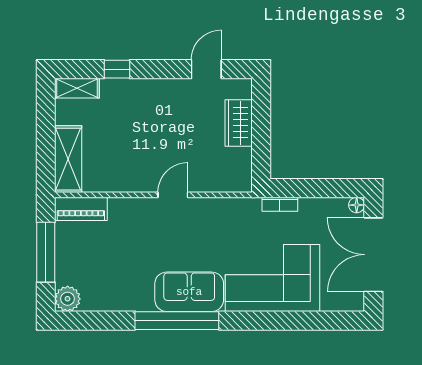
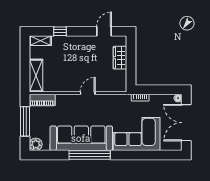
sofa: (189, 292) -> (81, 138), width x1.85, depth x1.27

